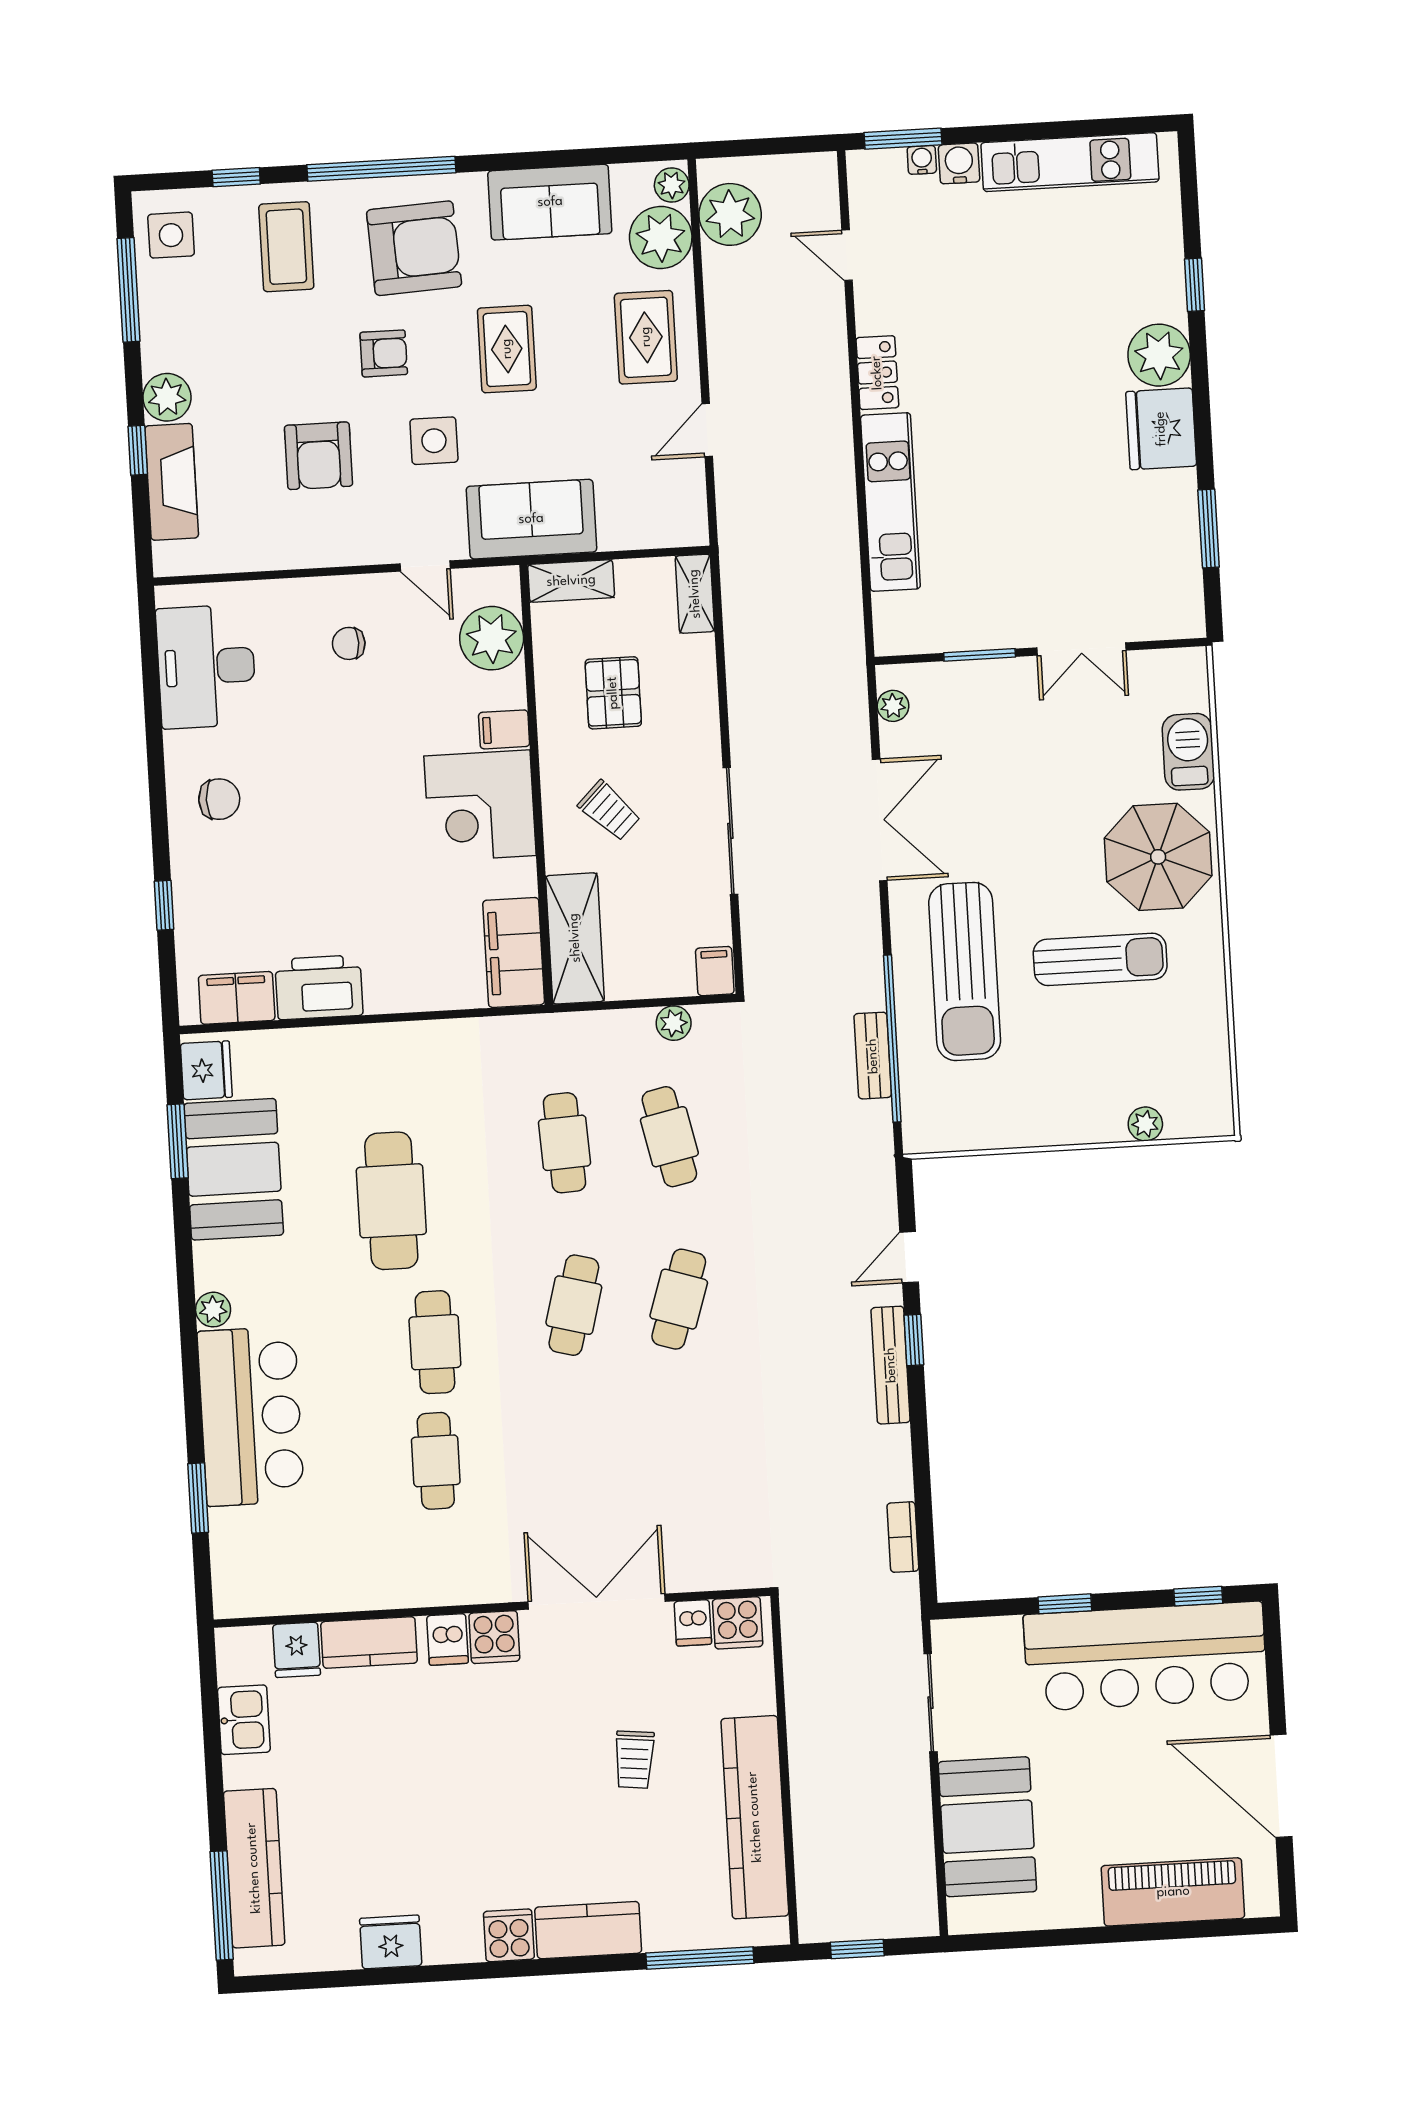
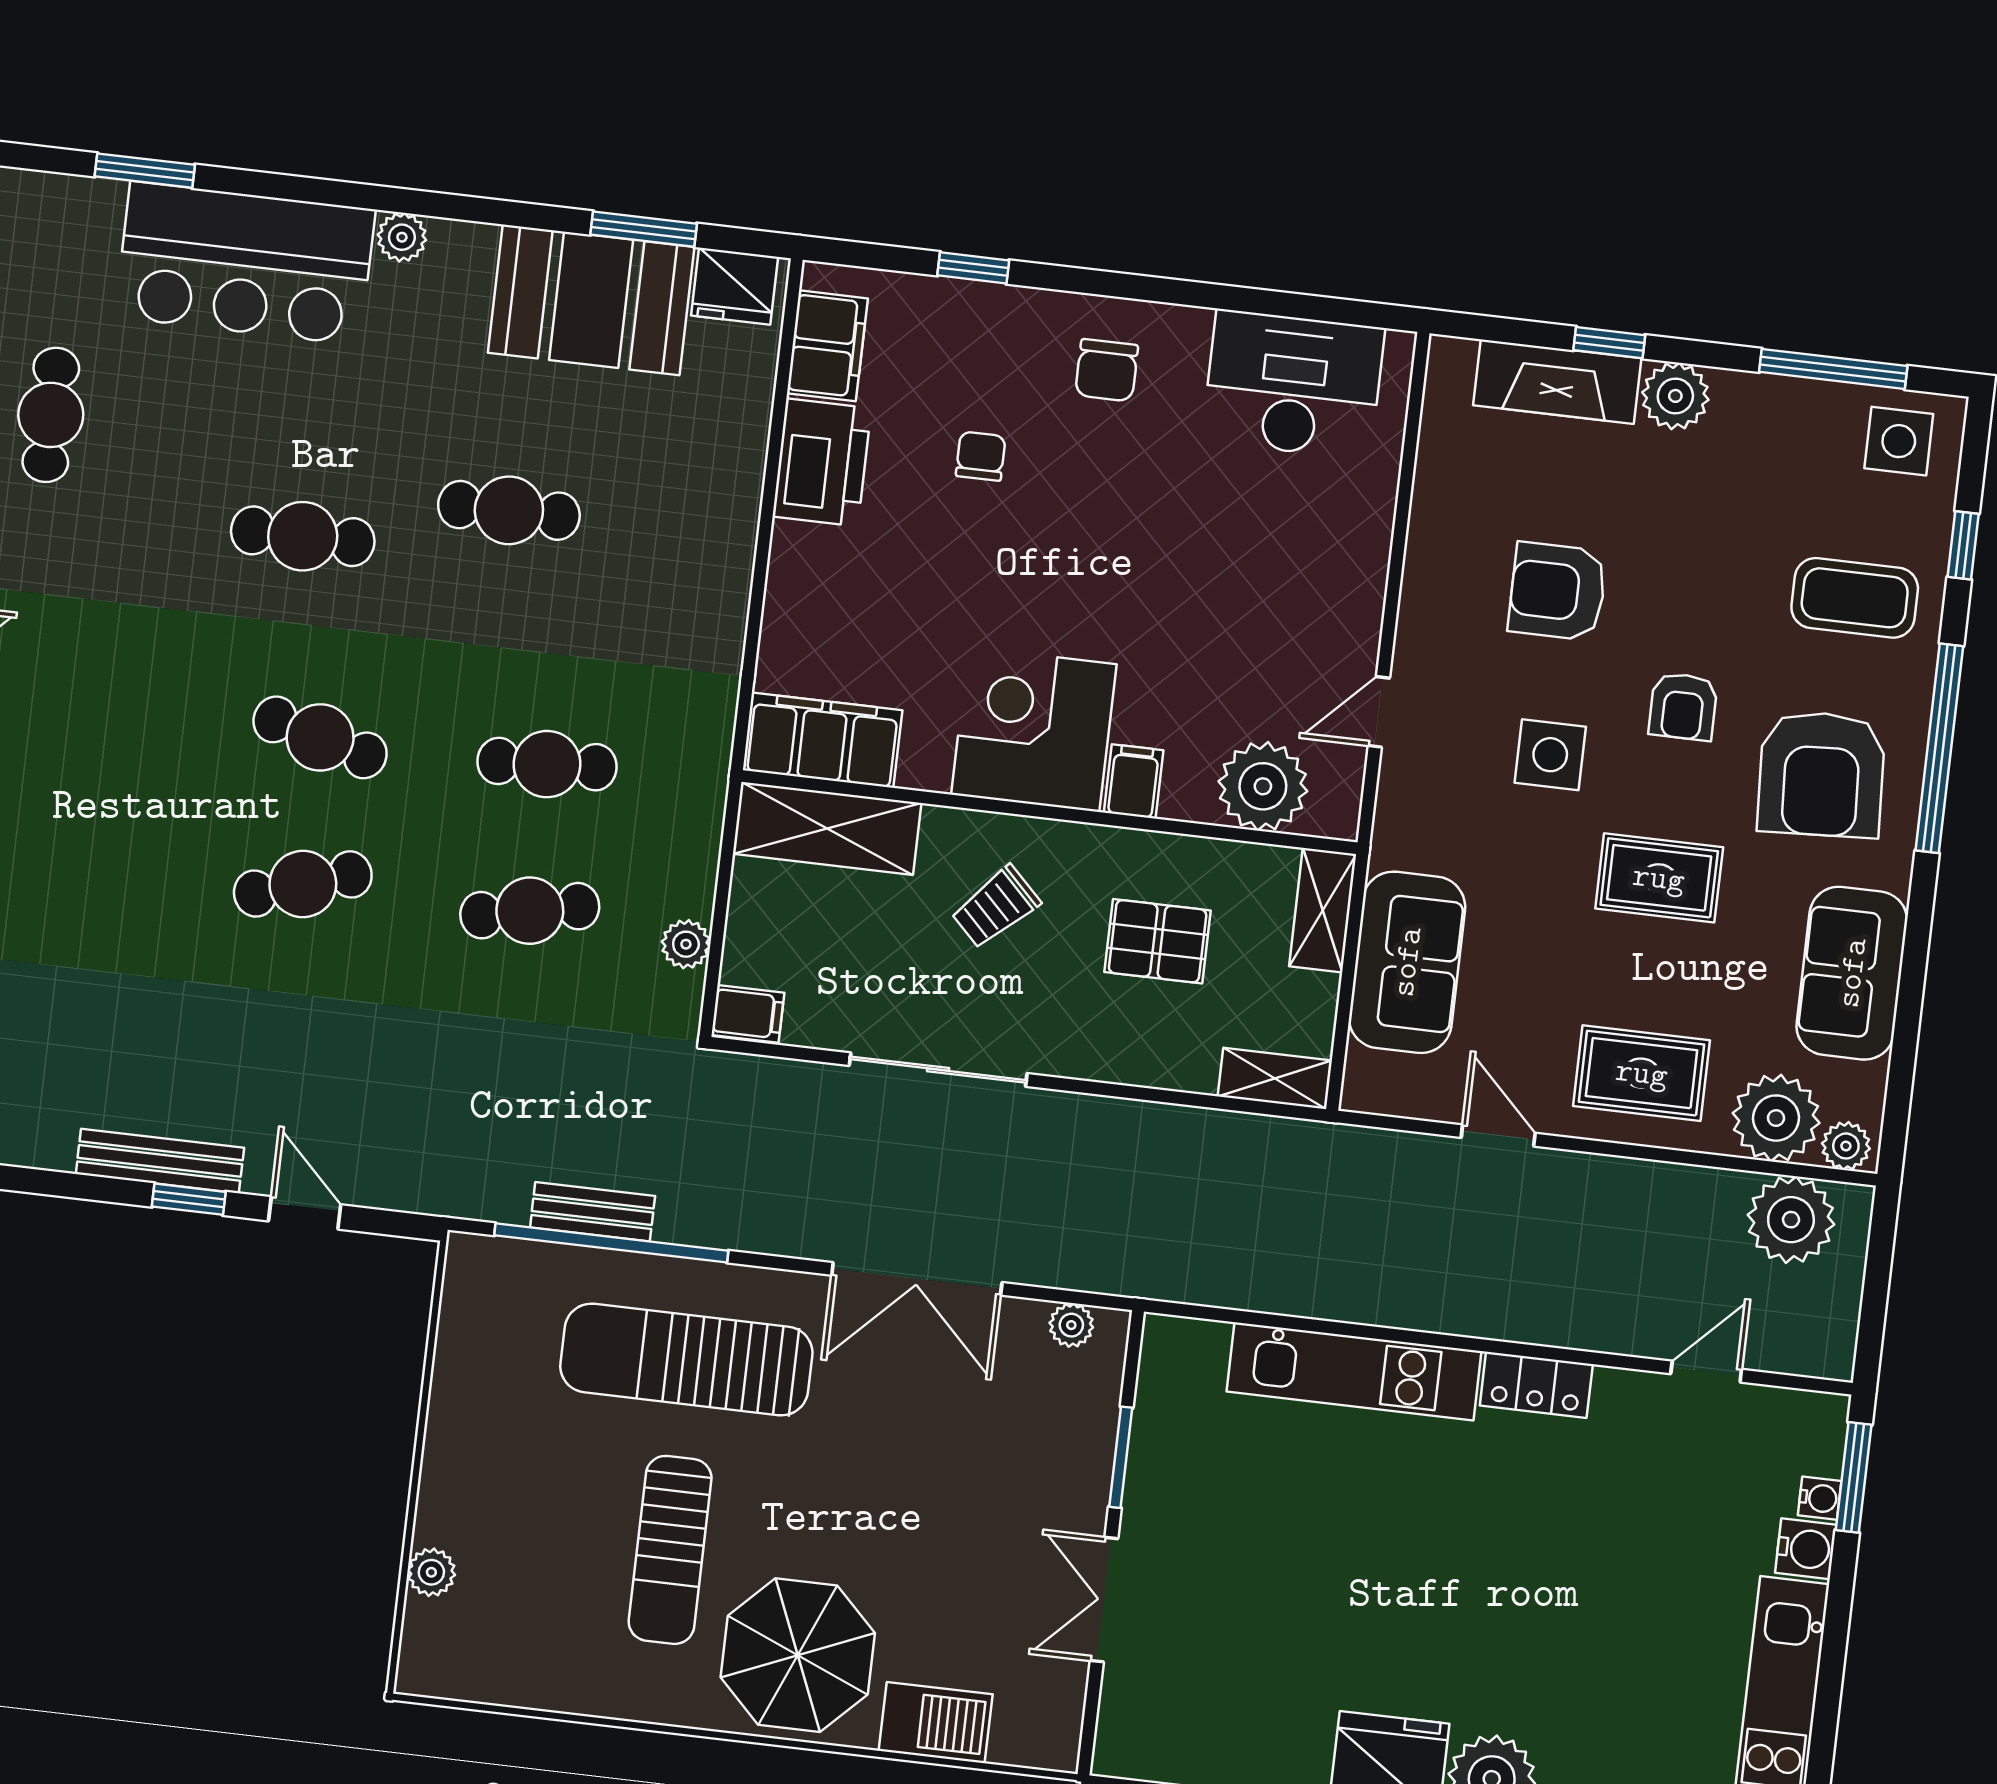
sofa: (531, 519) -> (1407, 962), moved
chair: (349, 643) -> (981, 456), moved
cafe table: (391, 1201) -> (509, 510), width x0.73, depth x0.74
cafe table: (679, 1299) -> (303, 884), turned -36
cafe table: (436, 1461) -> (51, 415), moved, turned 90

